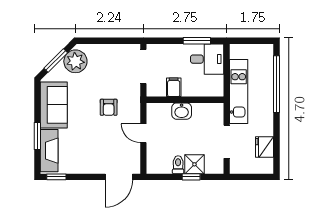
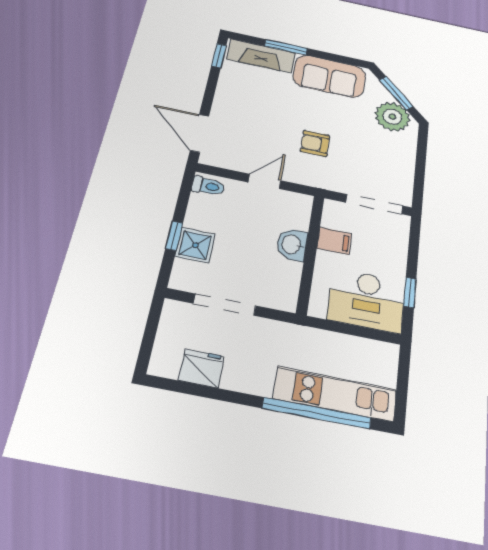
window: (197, 41) -> (410, 292), width x0.67
desk: (207, 59) -> (367, 300), width x1.37
kitchen unit: (239, 91) -> (335, 394), moved, turned 180
toilet: (178, 165) -> (208, 186), moved

